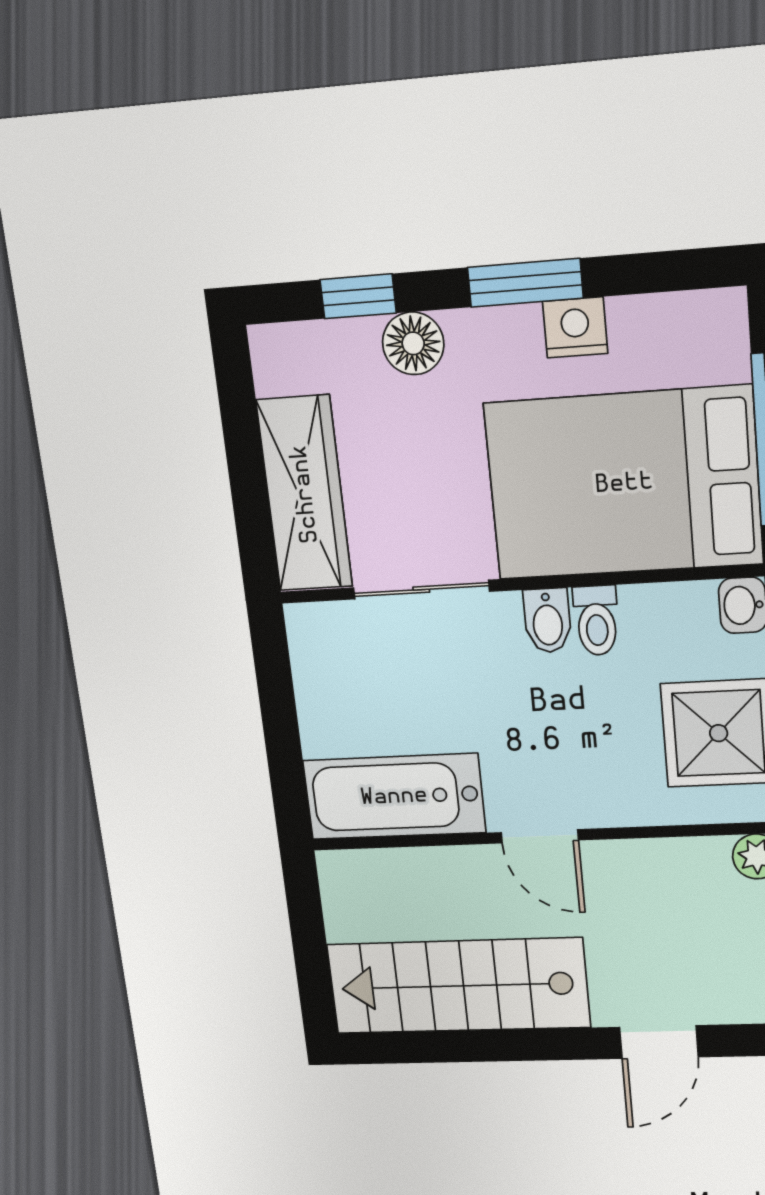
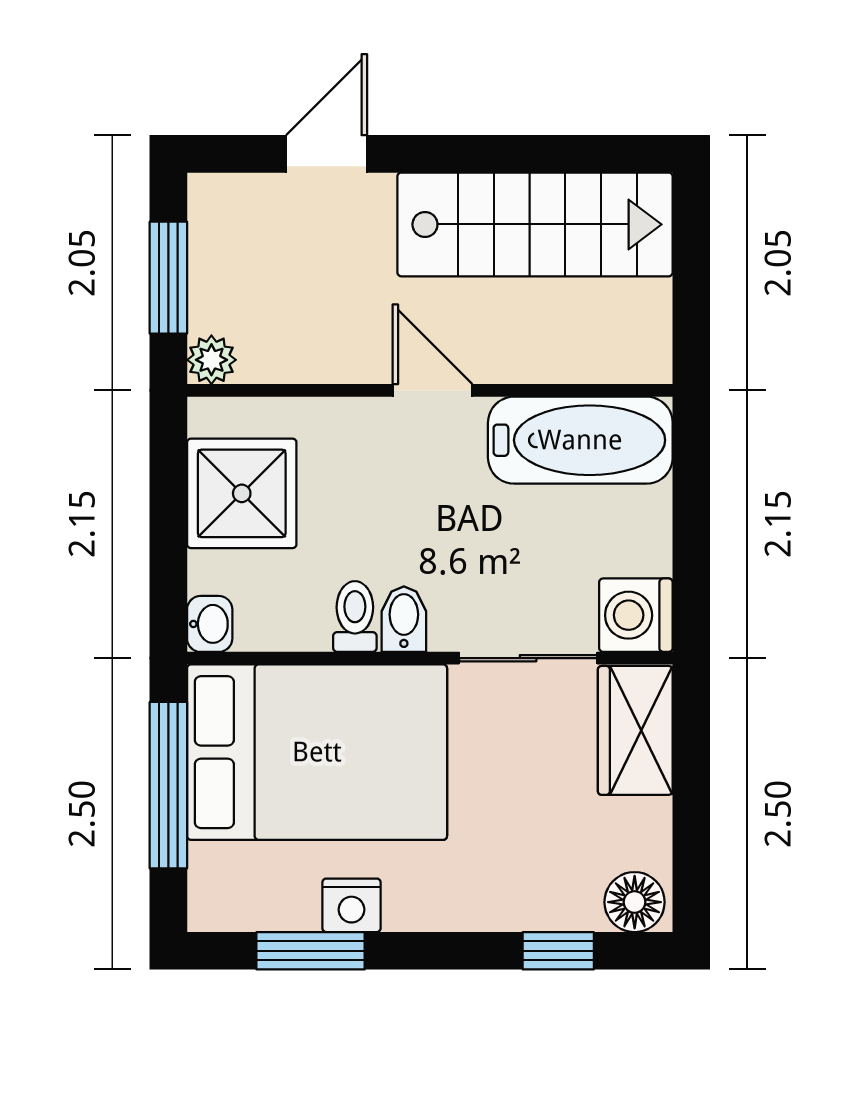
window: (525, 283) -> (311, 951), moved
floor lamp: (413, 343) -> (635, 902), moved
wardrobe: (305, 494) -> (635, 730), width x0.67
washing machine: (322, 637) -> (636, 615), added

